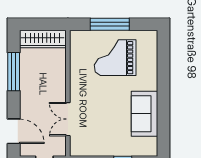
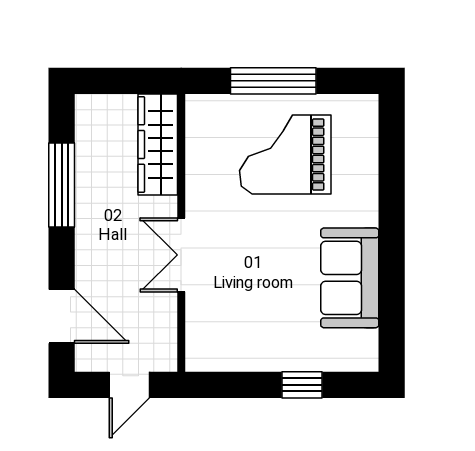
wardrobe: (43, 39) -> (158, 145), moved, turned 90
double door: (68, 119) -> (181, 255), moved

